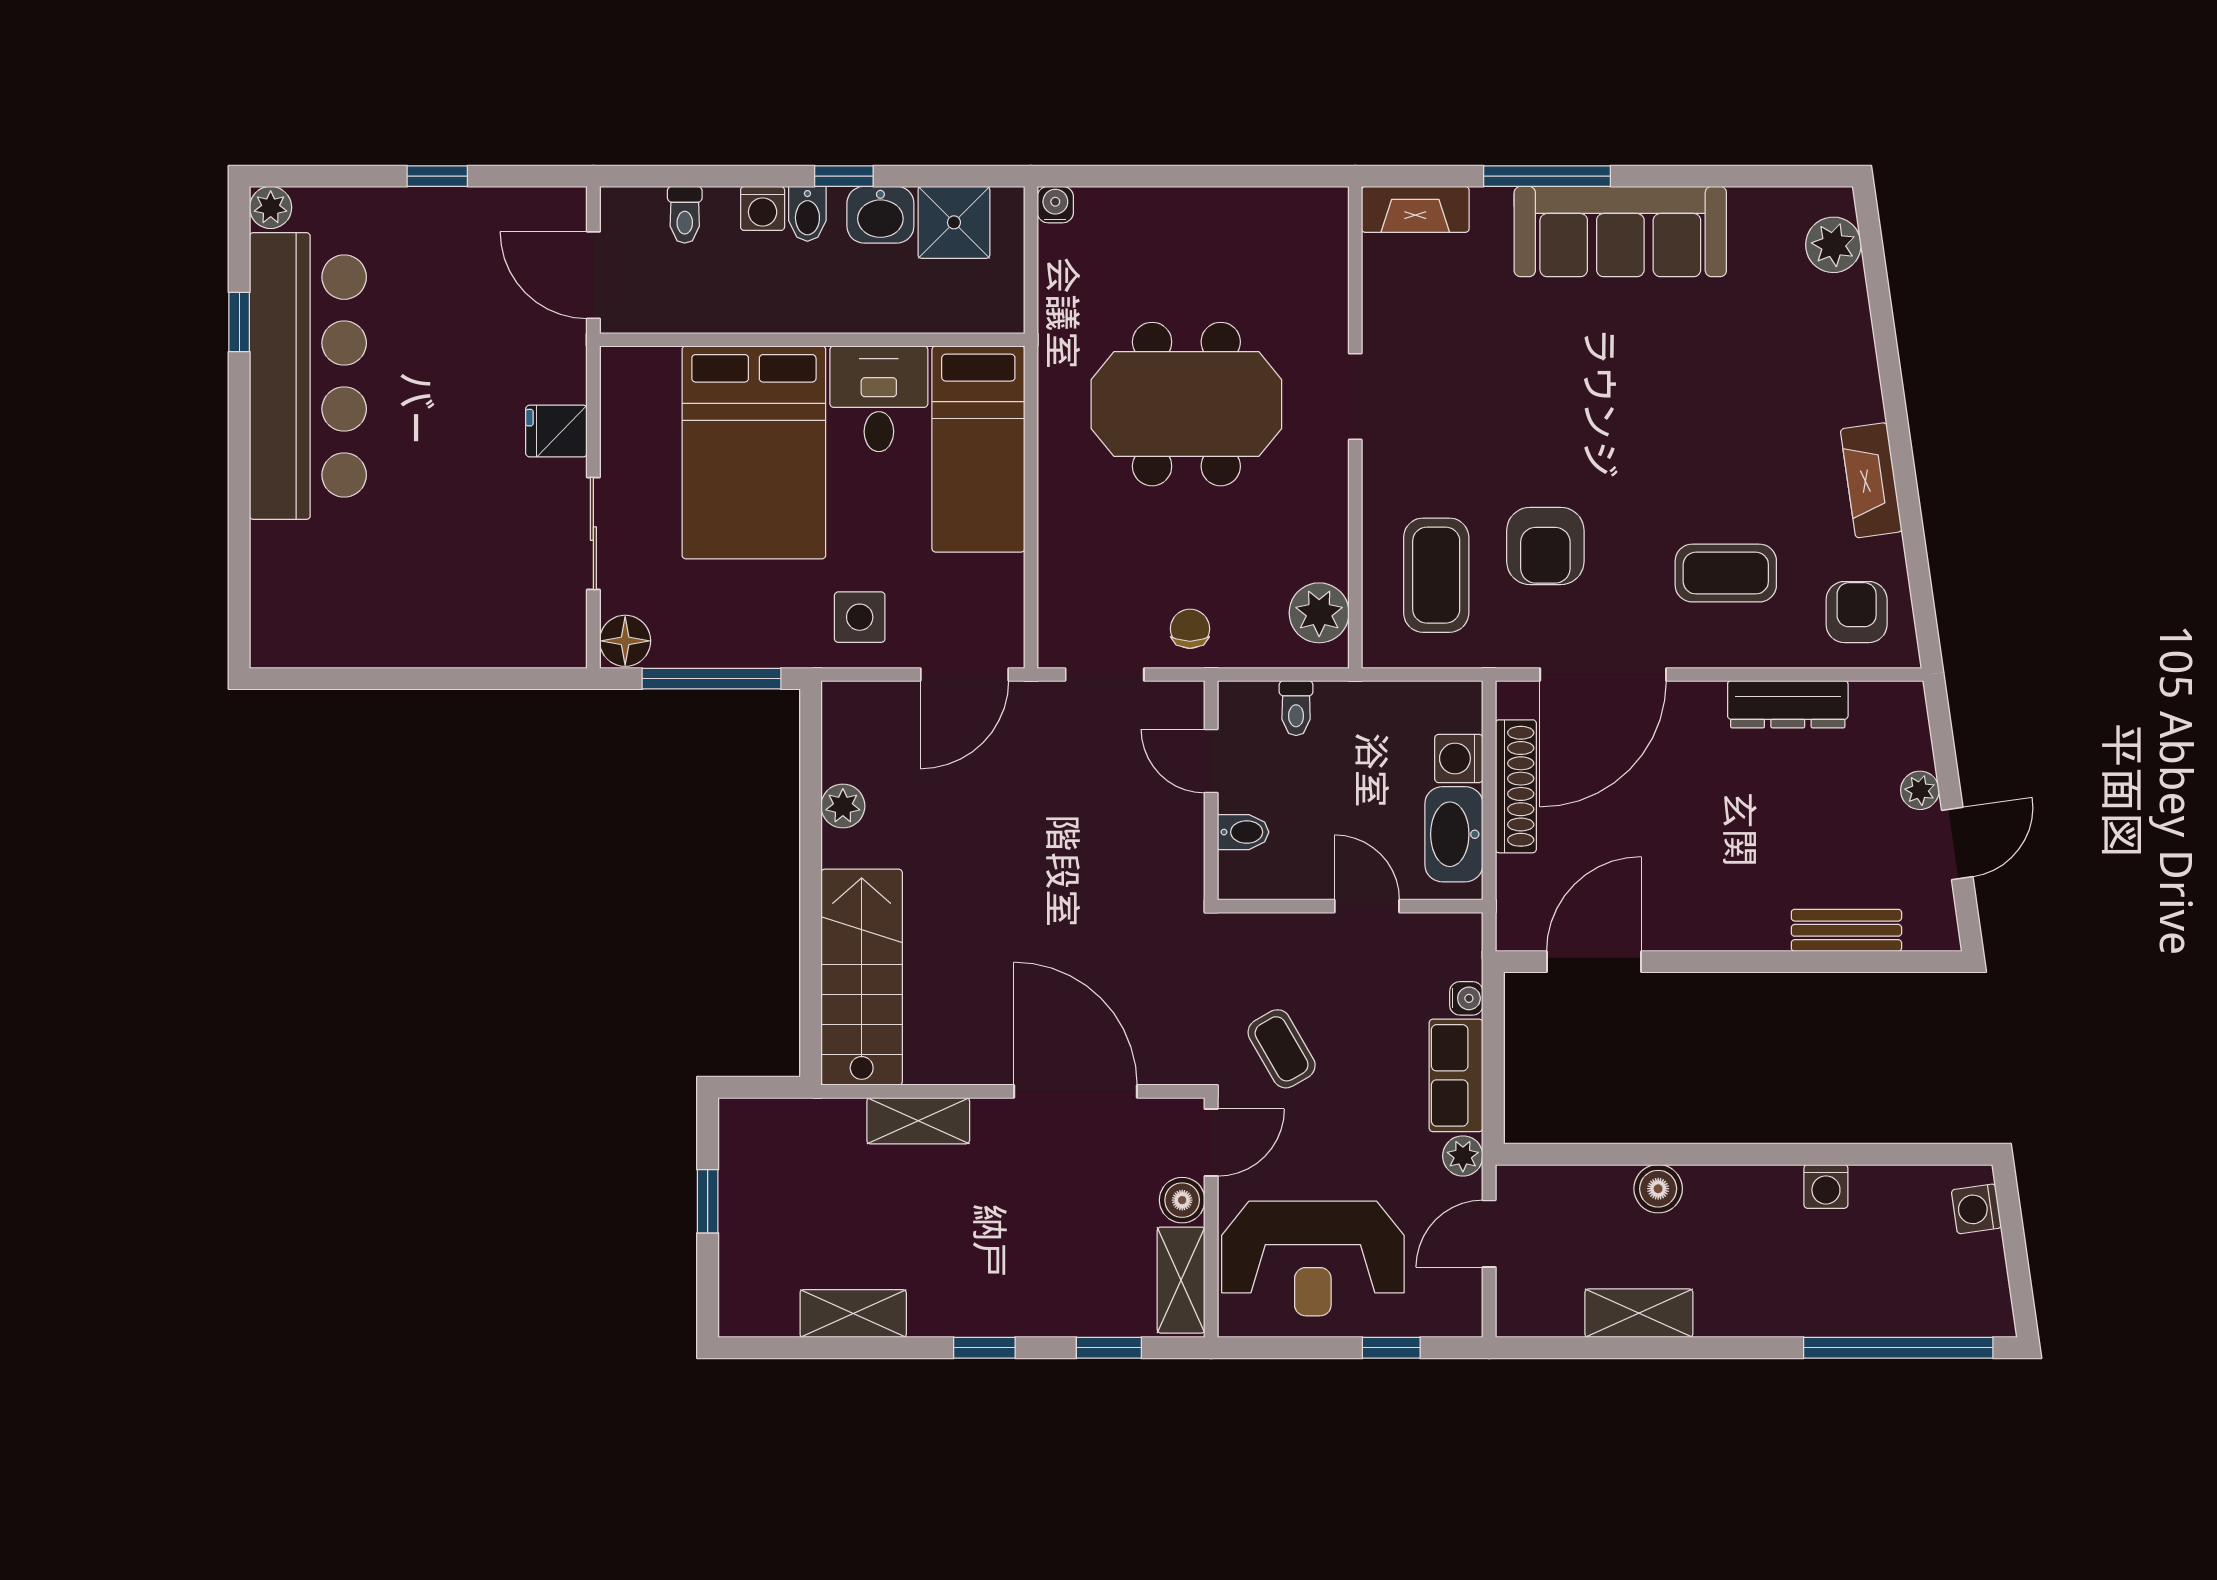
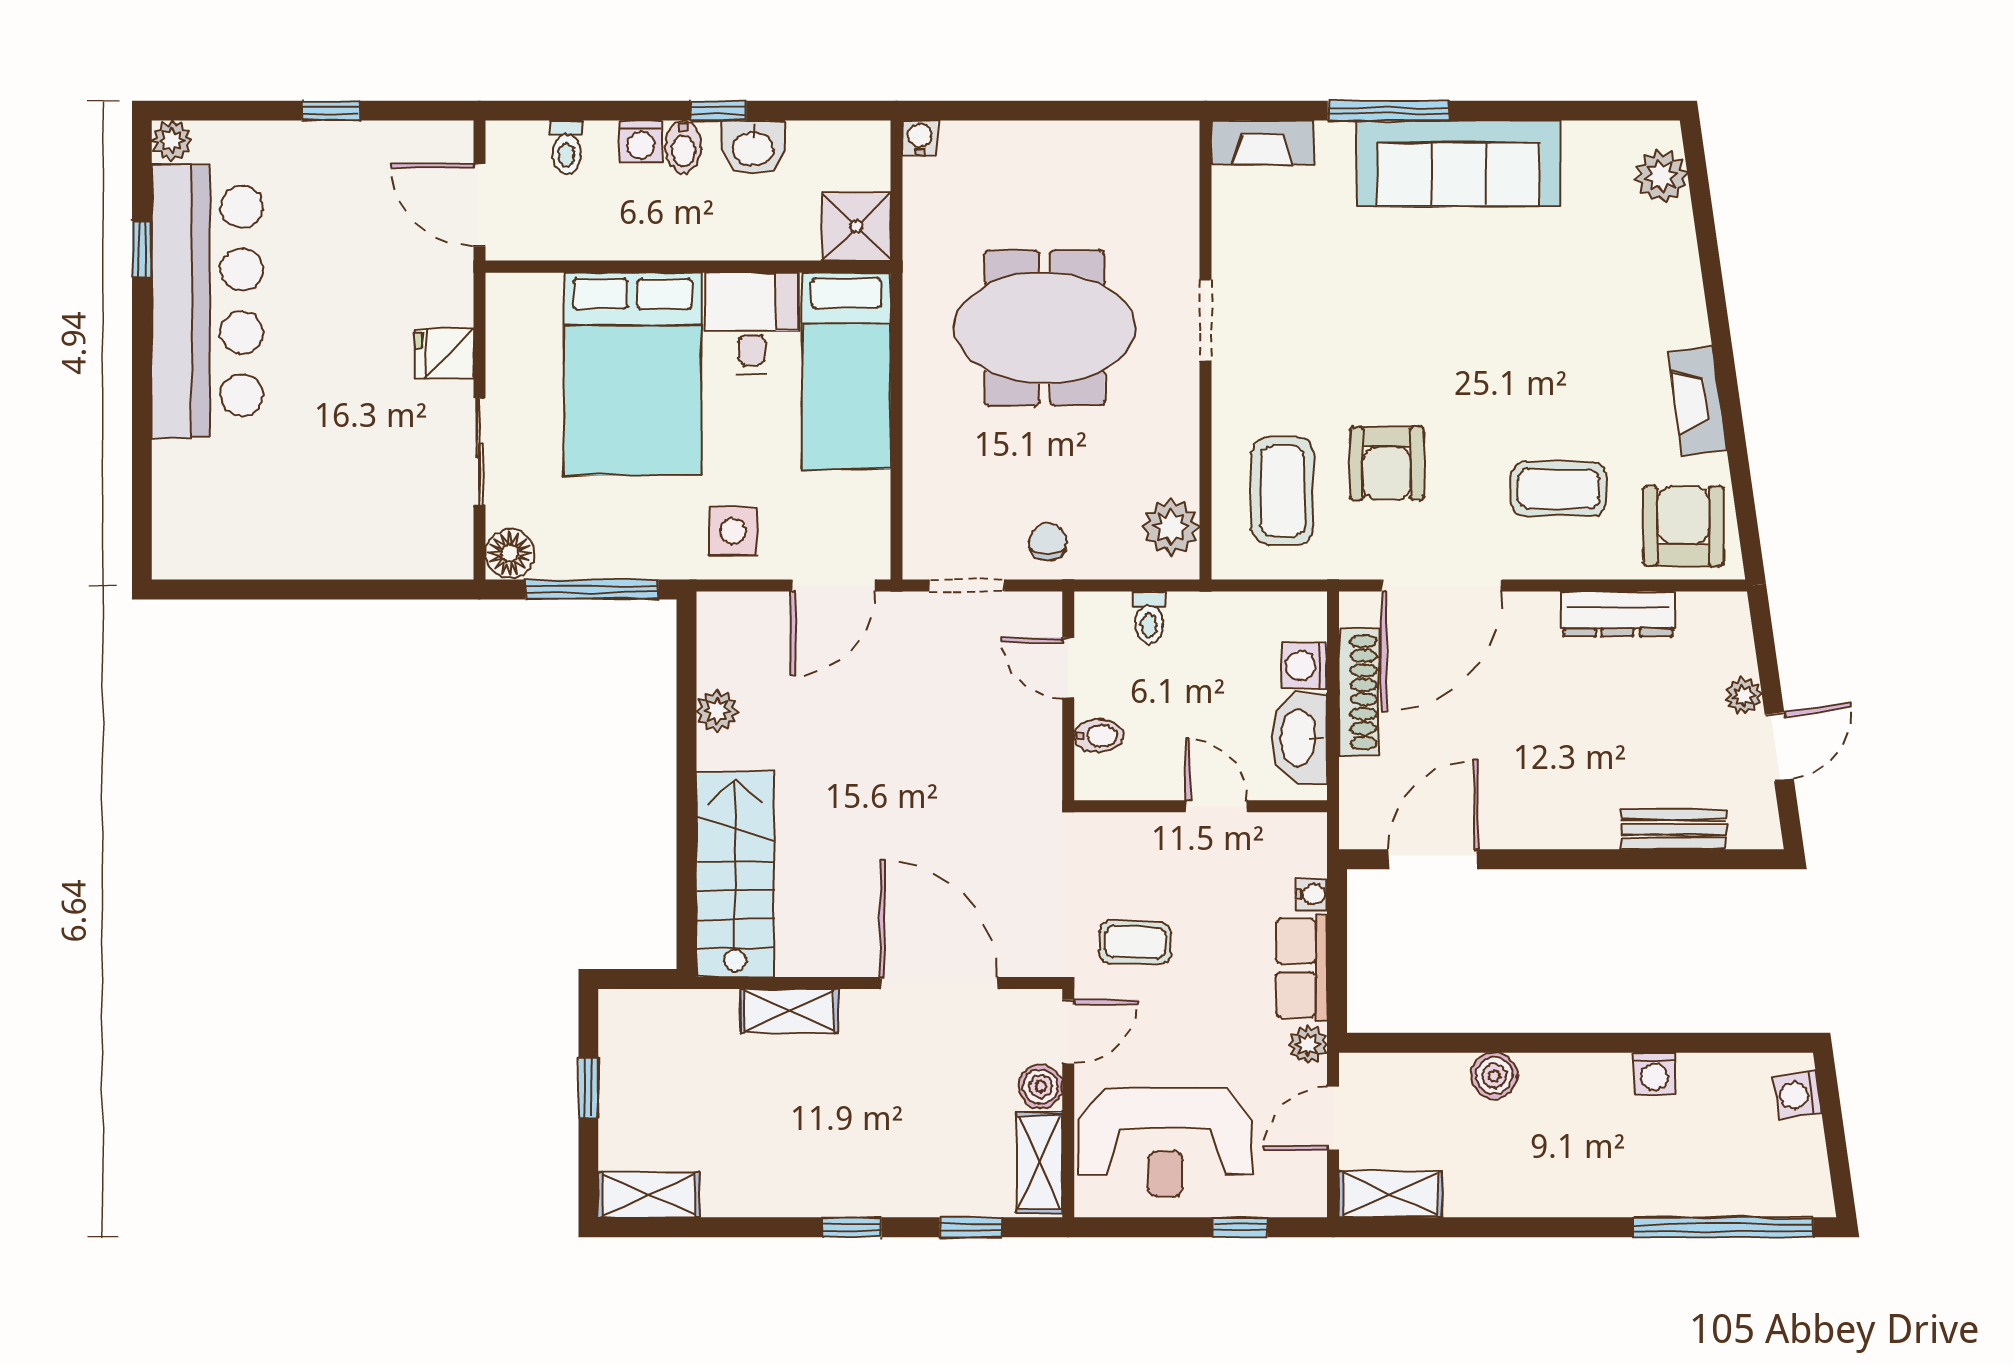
shower: (954, 222) -> (856, 226), moved
armchair: (1857, 612) -> (1683, 526), width x1.38, depth x1.38
coffee table: (1282, 1049) -> (1135, 942), turned -58
shelving: (1639, 1313) -> (1390, 1194), moved
shelving: (853, 1314) -> (649, 1195), moved

